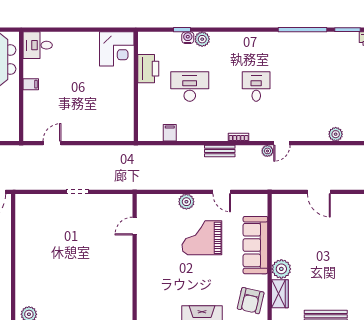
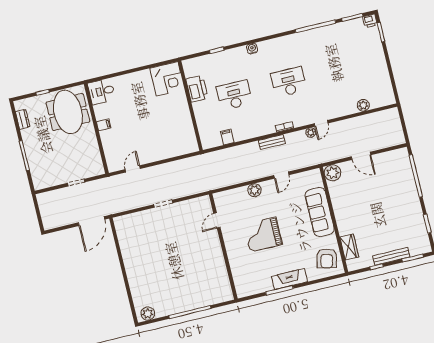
water cooler: (188, 38) -> (252, 49), moved
plant: (202, 39) -> (235, 54), removed
desk: (256, 86) -> (289, 82), width x1.37
door: (222, 192) -> (281, 175), hinge flipped
grand piano: (202, 238) -> (263, 234), moved
plant: (281, 269) -> (333, 173), moved

